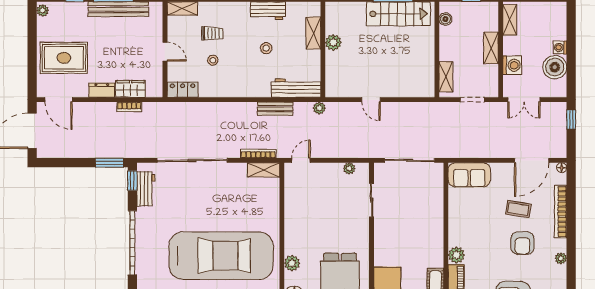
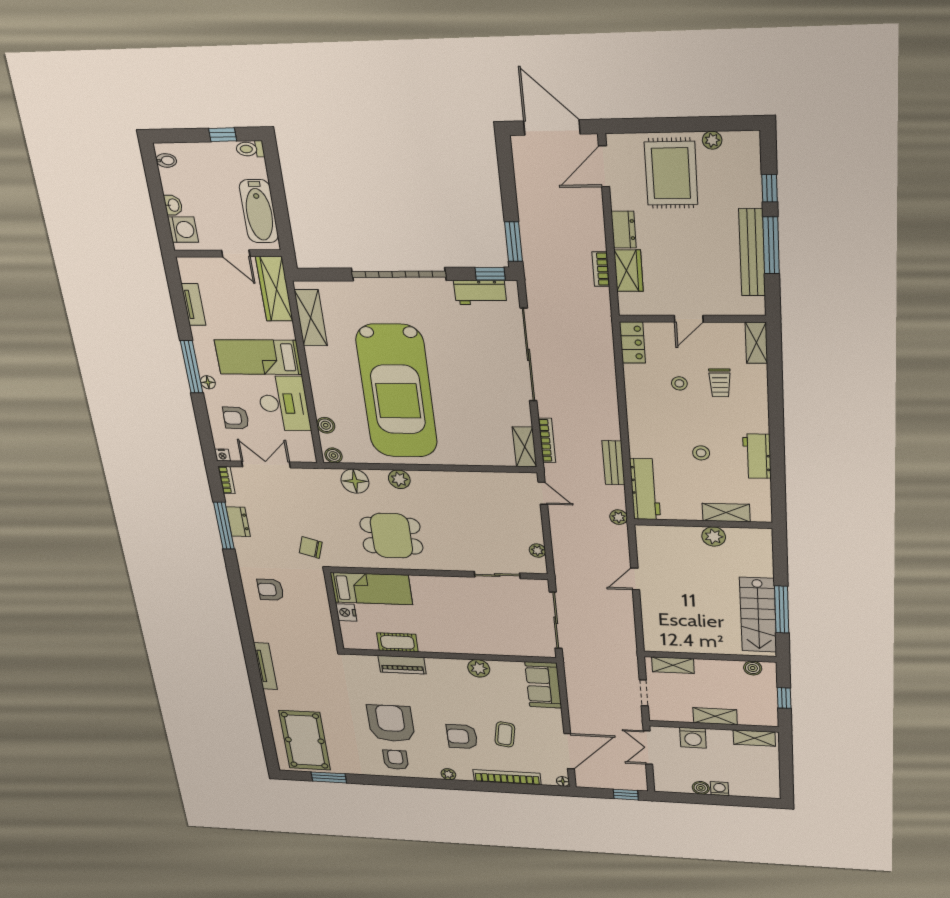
plant: (43, 10) -> (712, 140), moved
boiler: (555, 67) -> (701, 788), width x0.54, depth x0.54
door: (532, 160) -> (569, 751), swing flipped
plant: (456, 255) -> (479, 668), moved

